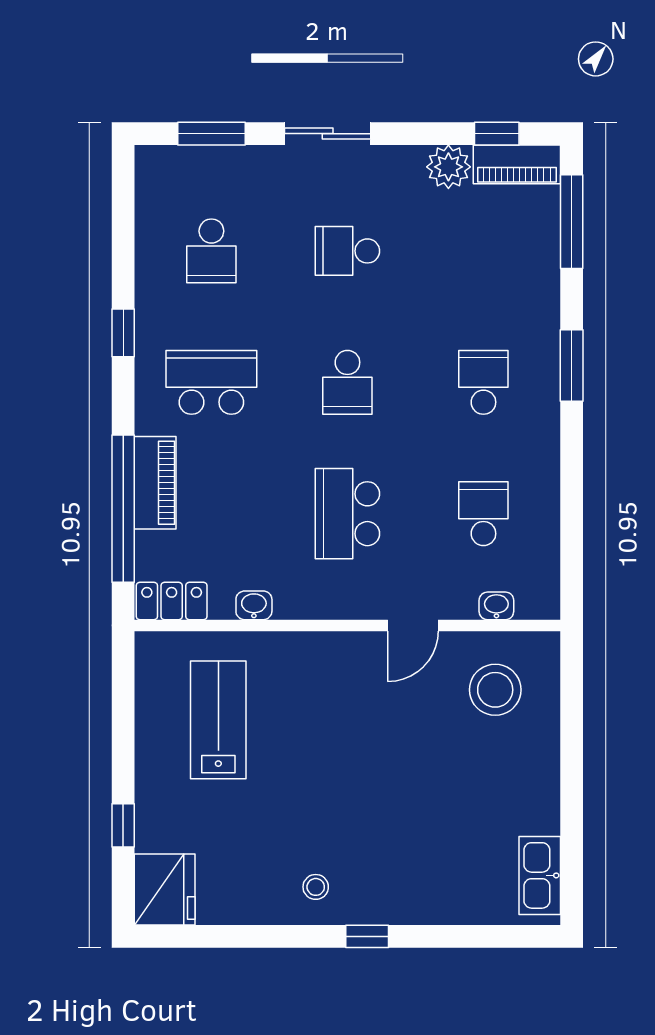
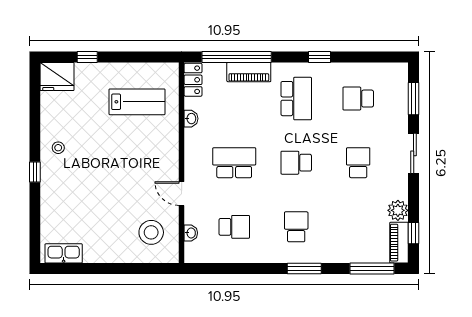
school desk: (483, 382) -> (296, 227), turned -90

